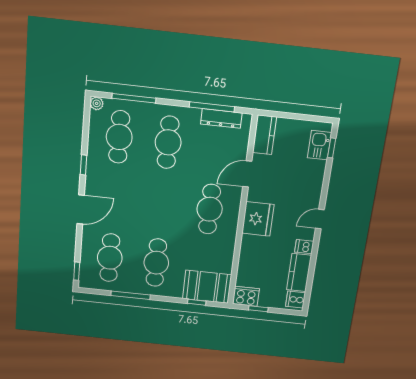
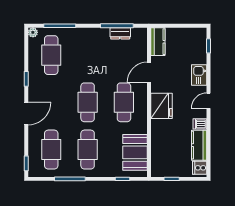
dresser: (221, 118) -> (120, 33), width x0.70
cafe table: (168, 142) -> (88, 102), moved
kitchen sink: (319, 145) -> (199, 75), moved
booth: (207, 287) -> (135, 152), moved, turned 90
cooker: (246, 296) -> (160, 169), removed

